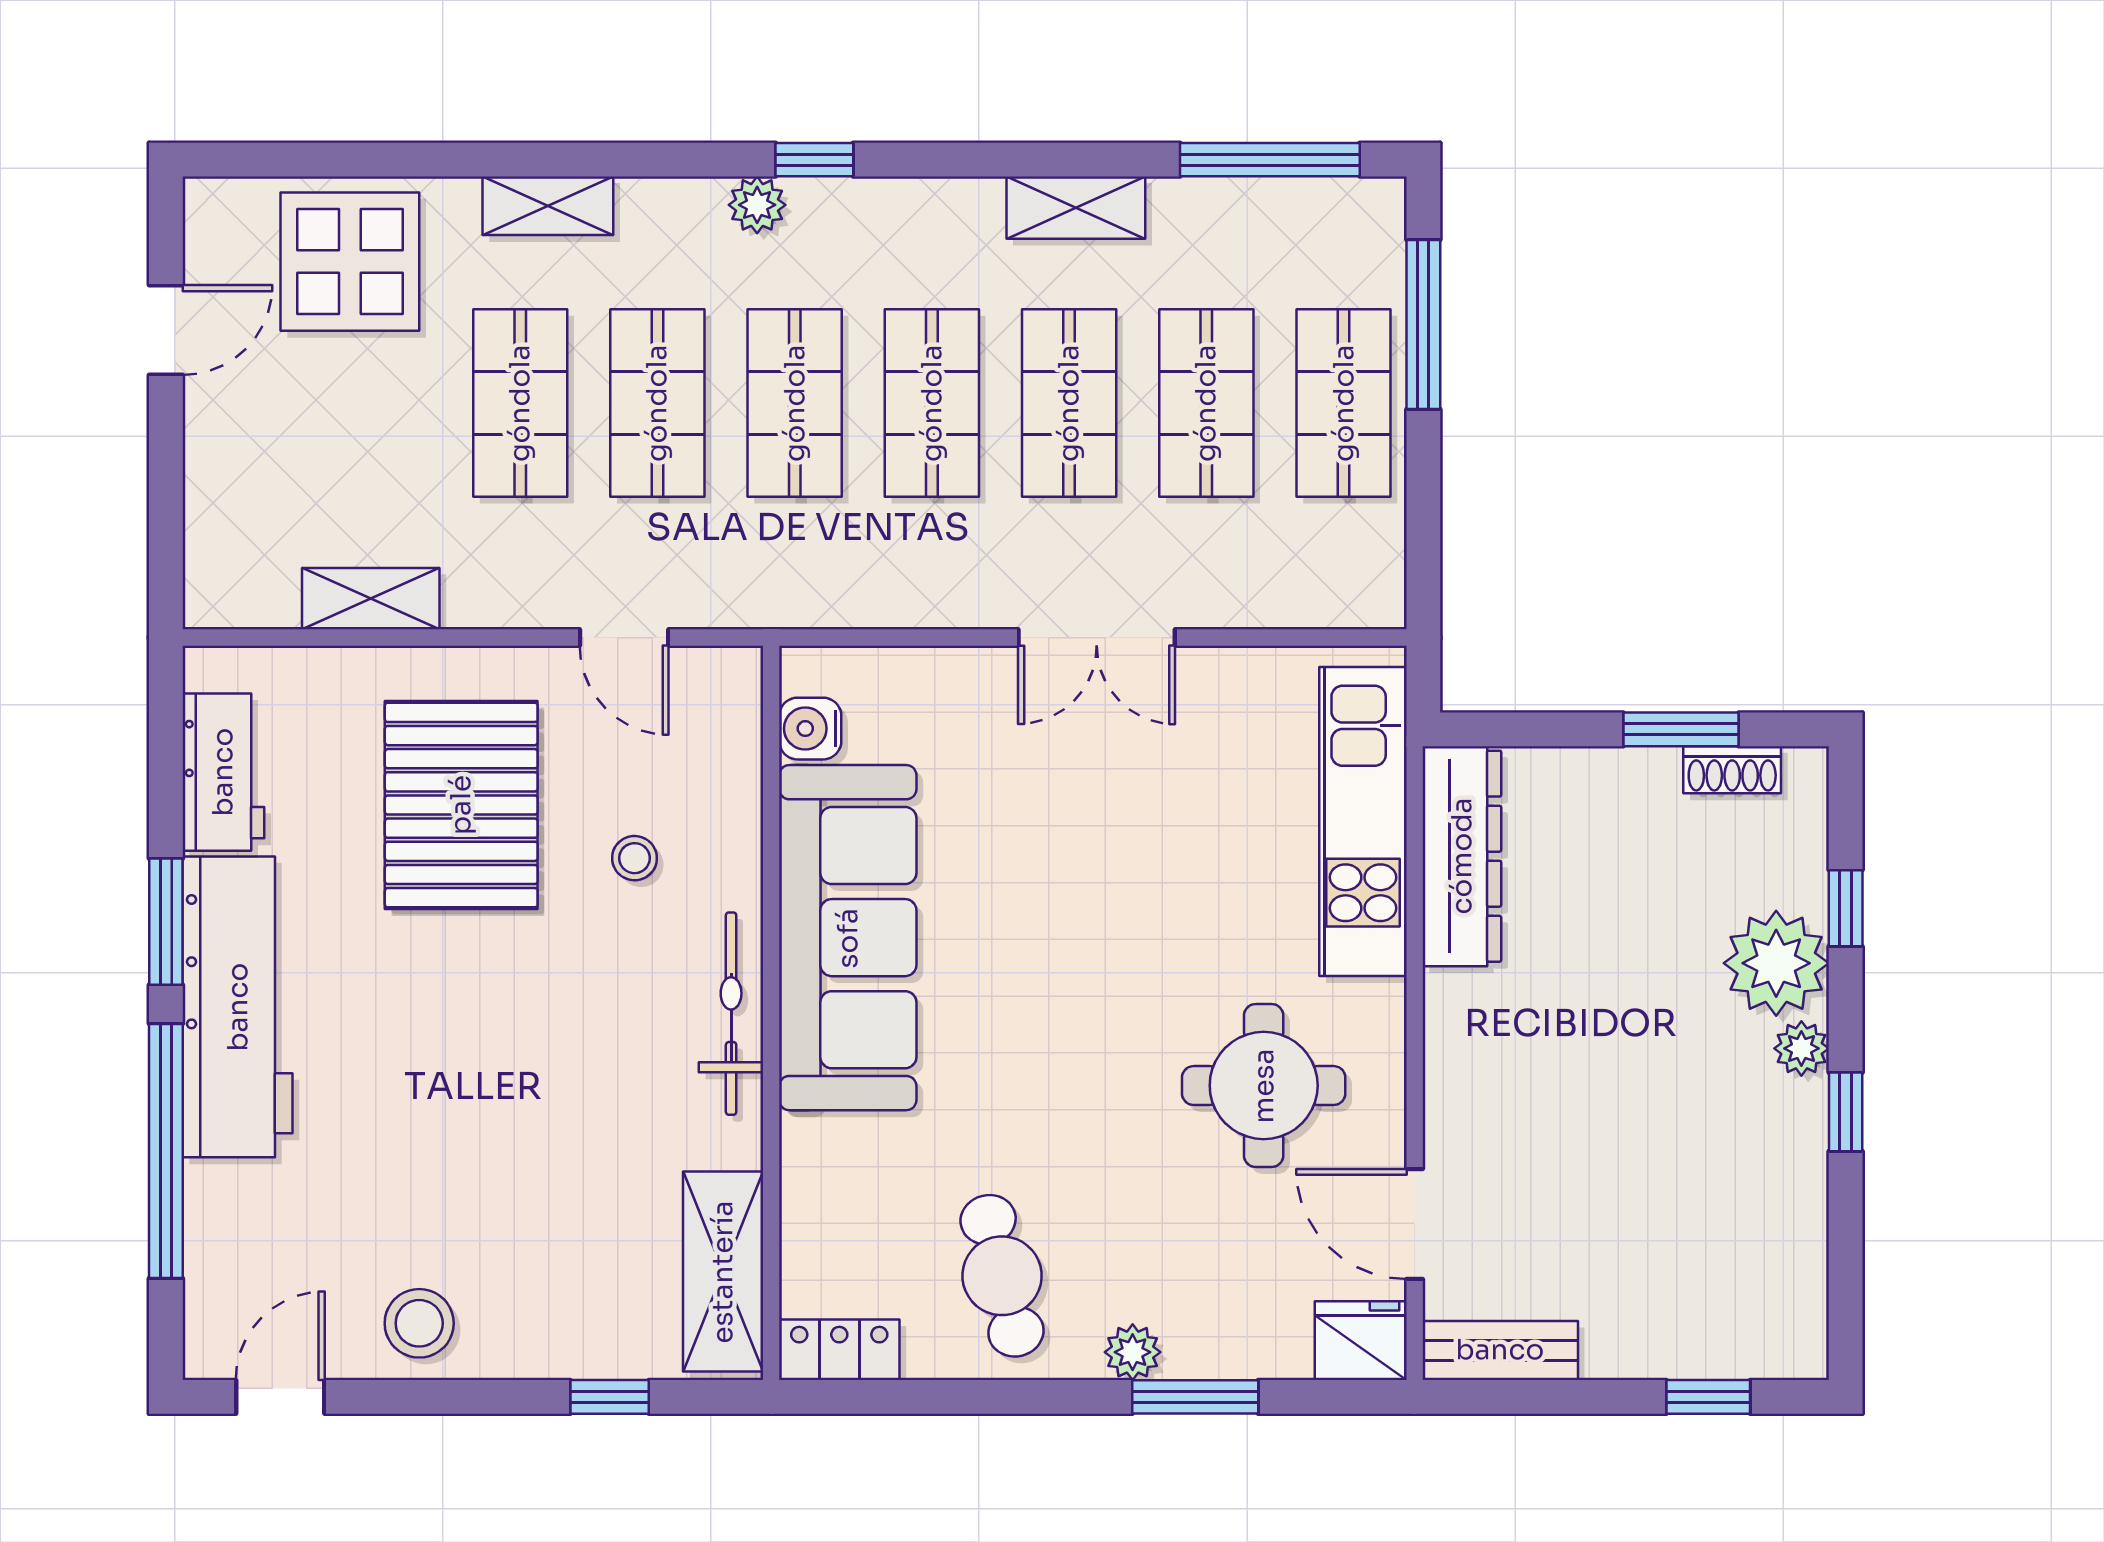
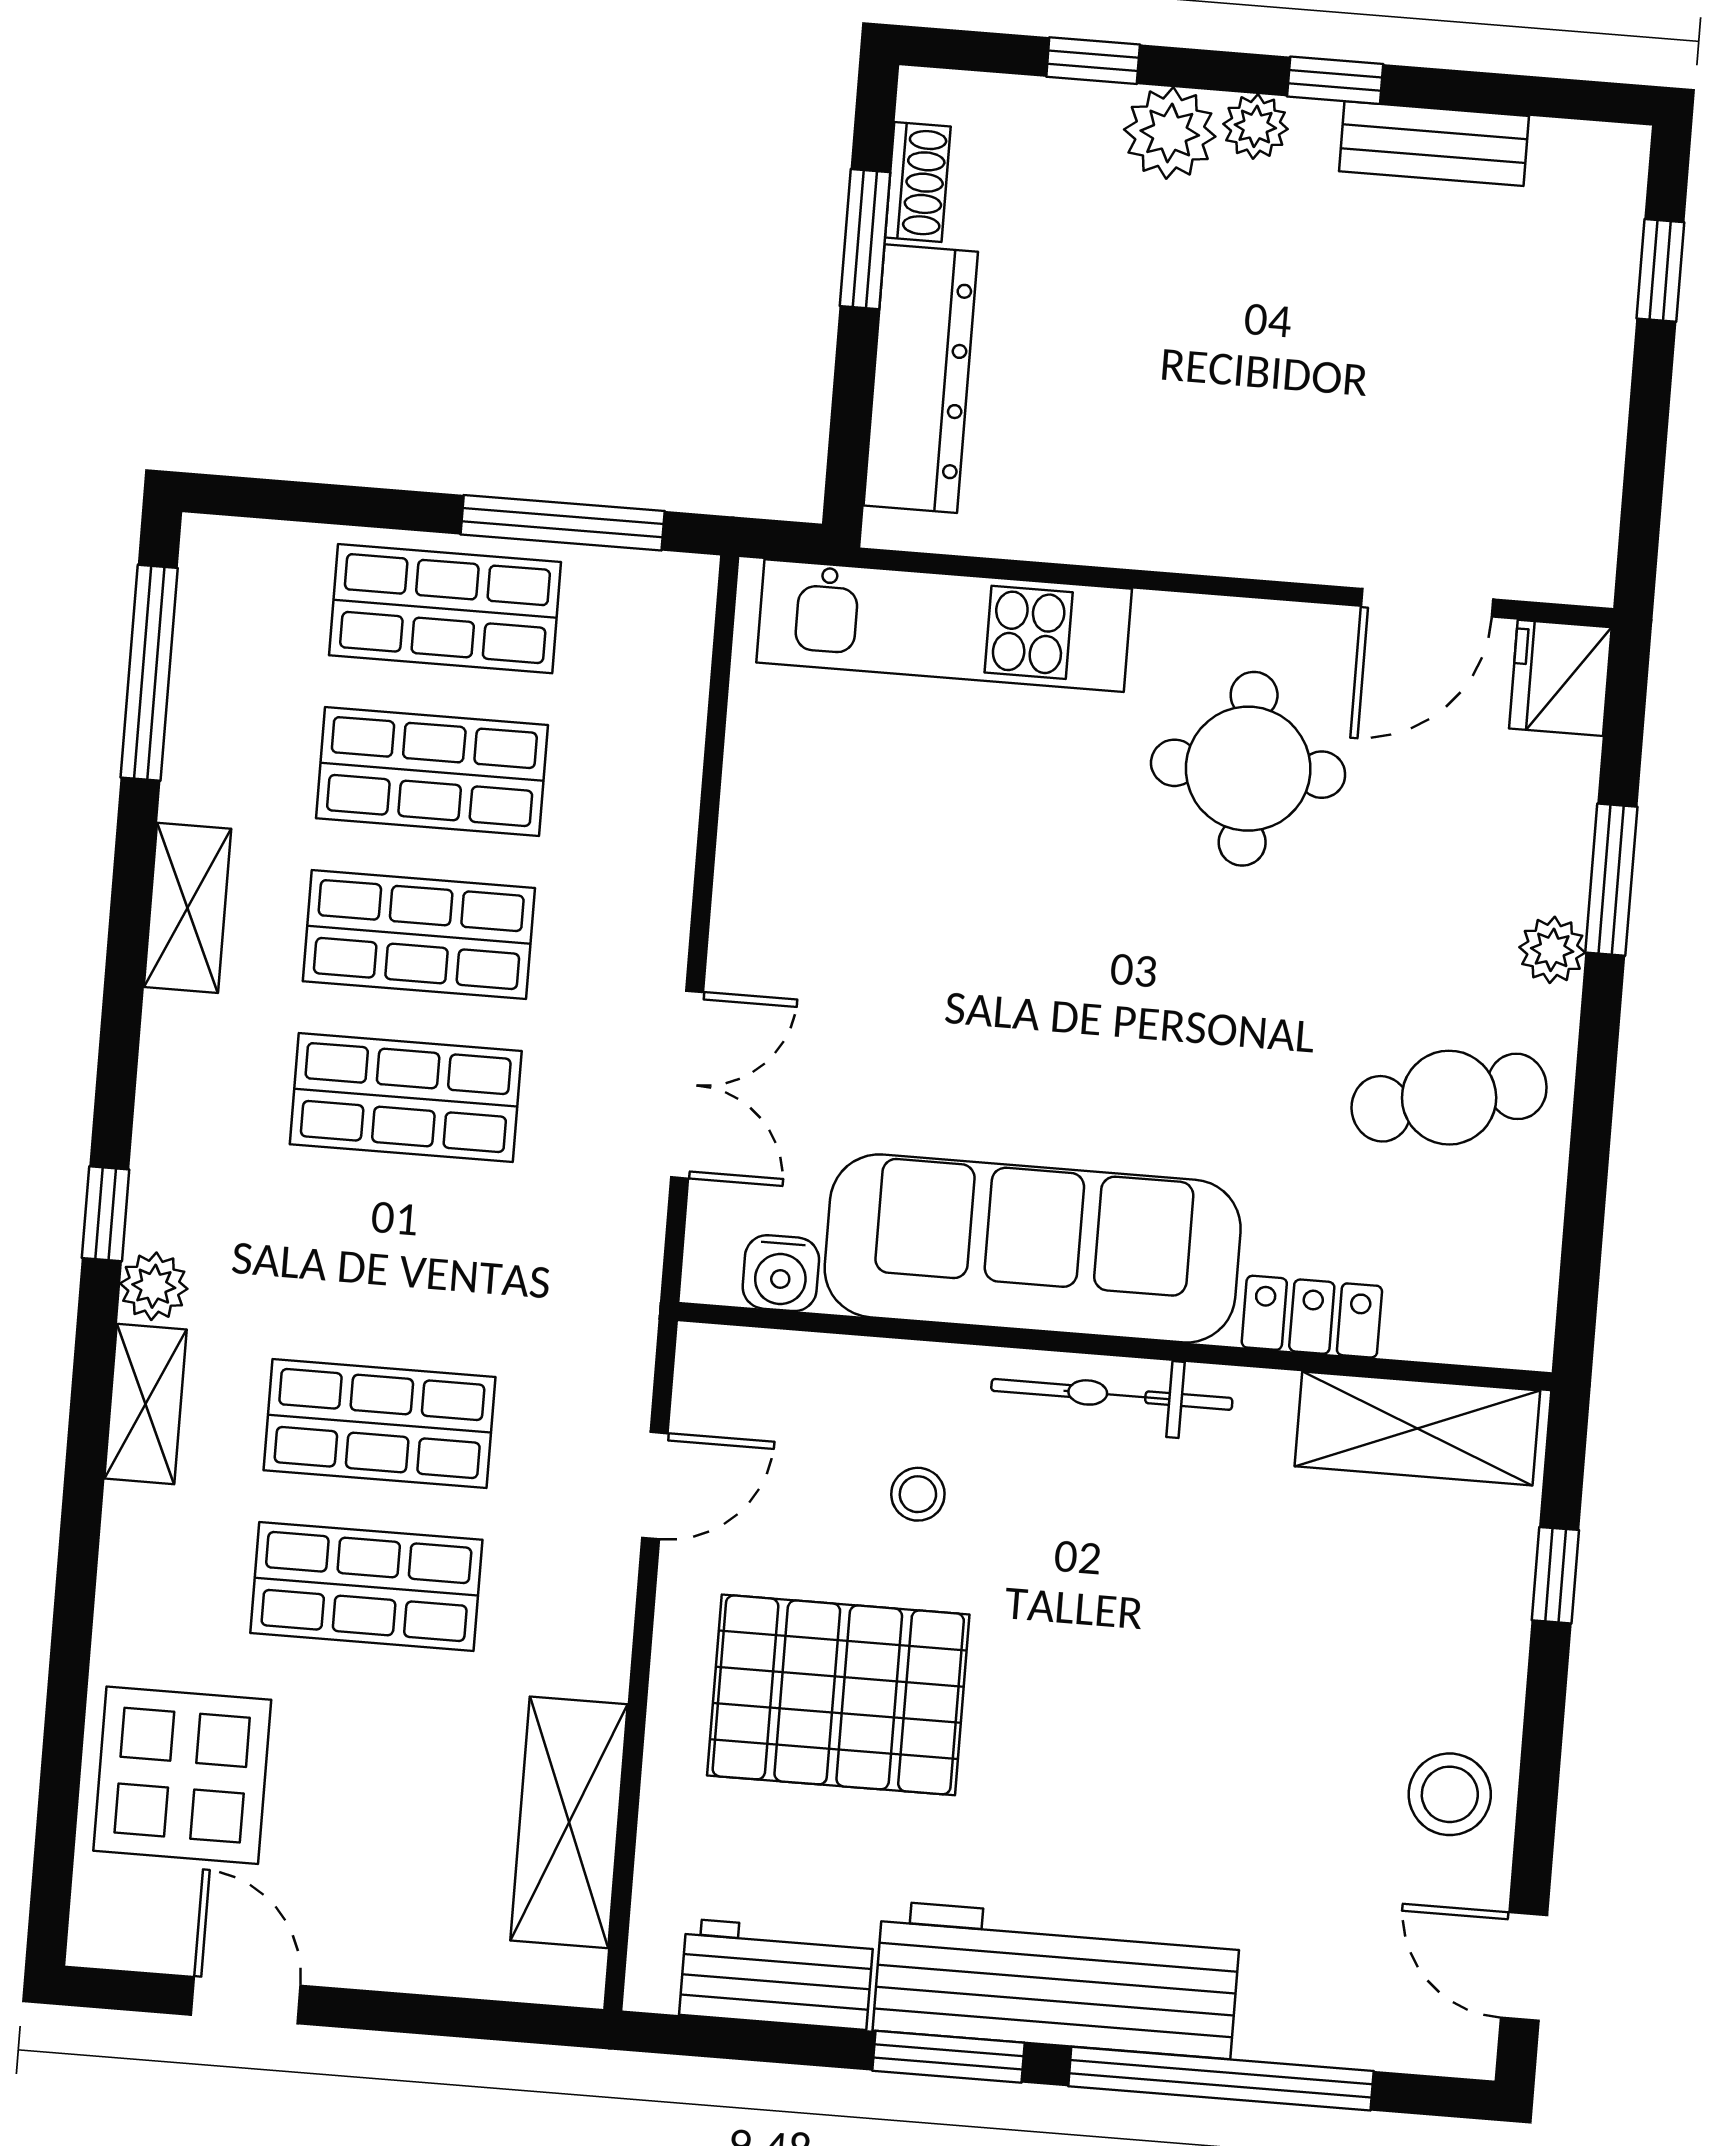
shelving: (548, 206) -> (145, 1404), moved
window: (1423, 324) -> (563, 523), moved
shop shelf: (795, 403) -> (393, 1261), removed
shelving: (371, 599) -> (569, 1822), width x1.50, depth x1.33
double door: (1097, 638) -> (687, 1085), moved
dresser: (1462, 856) -> (921, 379), moved, turned 90
plant: (1776, 963) -> (1170, 133), width x0.73, depth x0.73
locker: (839, 1350) -> (1312, 1317), moved, turned 90
bench: (1500, 1350) -> (1434, 144), moved, turned 90

